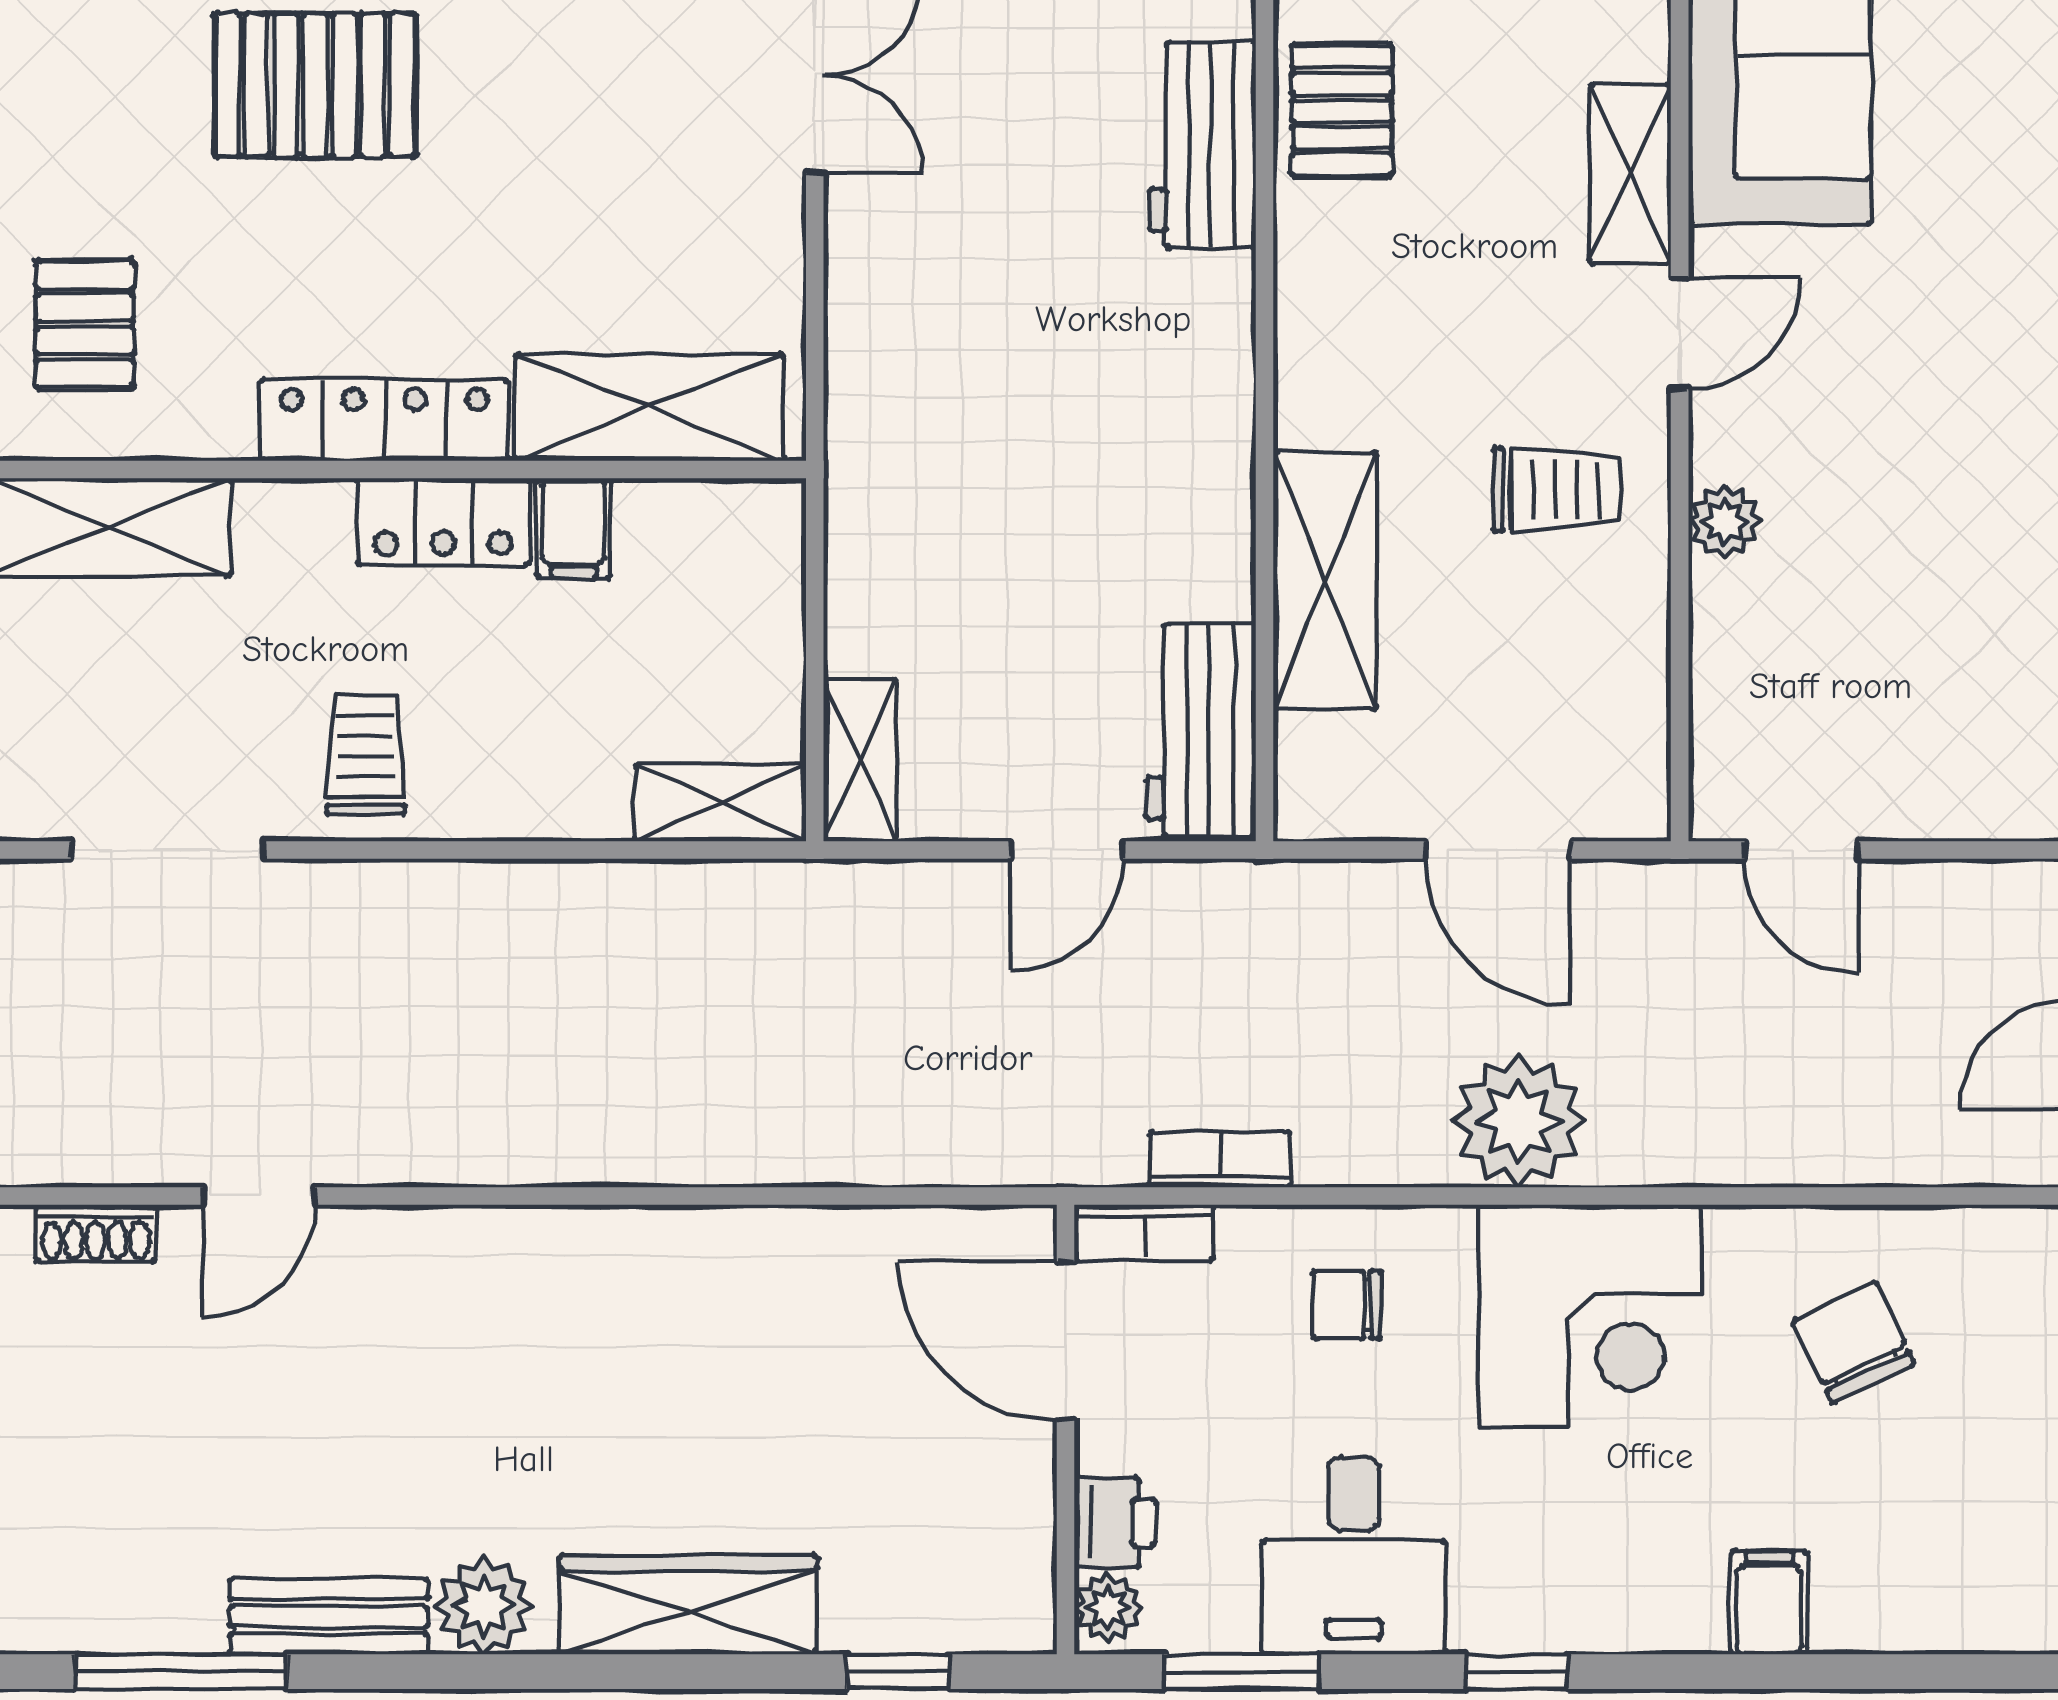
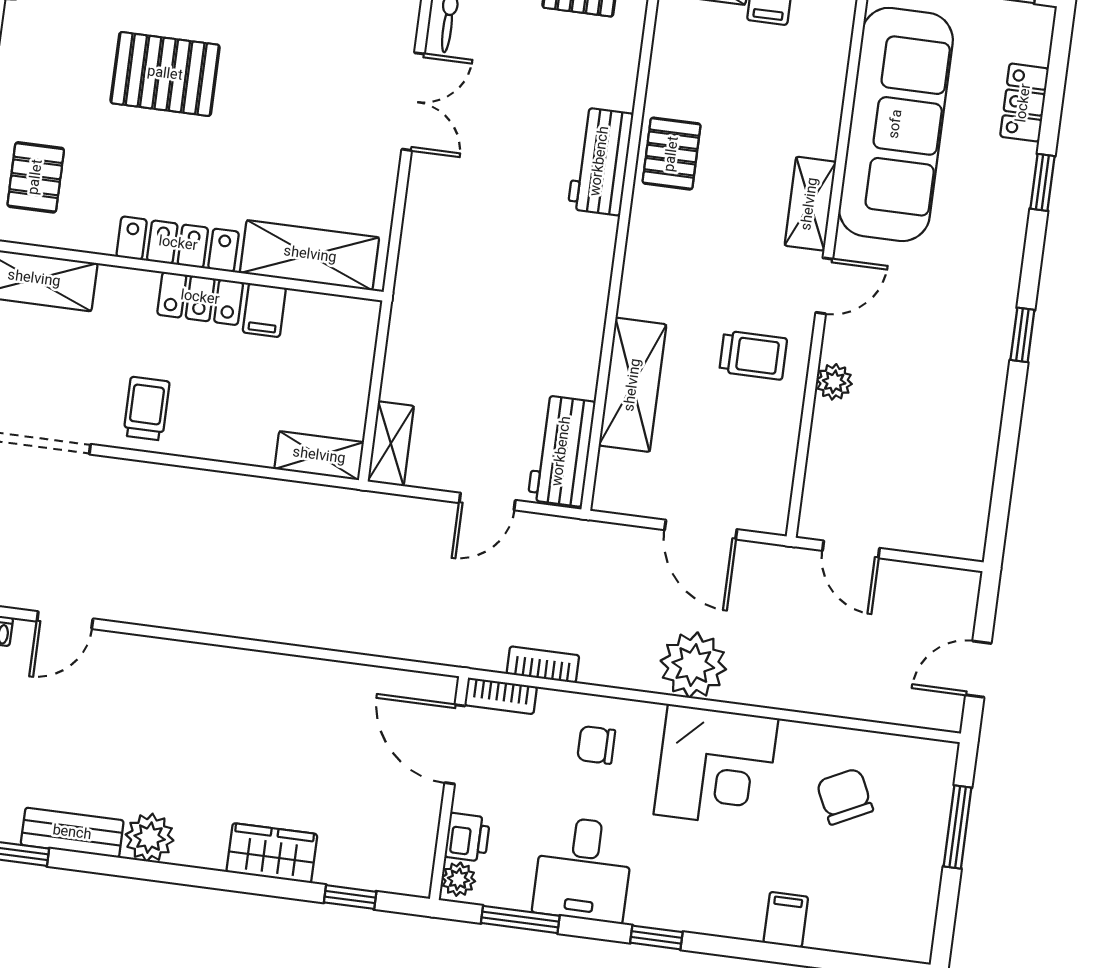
wardrobe: (688, 1605) -> (272, 853), width x0.67

